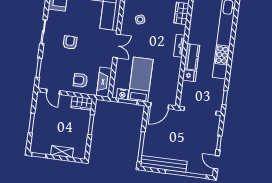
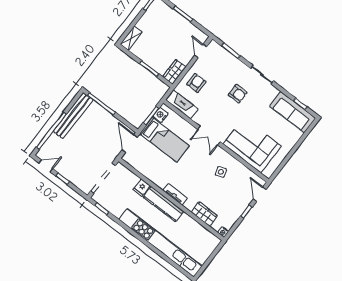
kitchen counter: (192, 57) -> (163, 204), width x1.50
door: (53, 92) -> (201, 51), hinge flipped
shelving: (62, 152) -> (131, 38), moved

